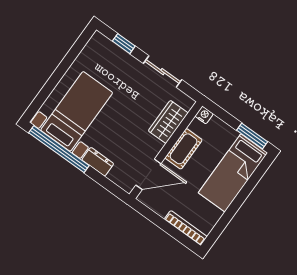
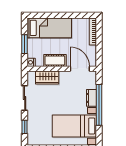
window: (252, 136) -> (25, 44), moved
window: (59, 149) -> (99, 105), moved

